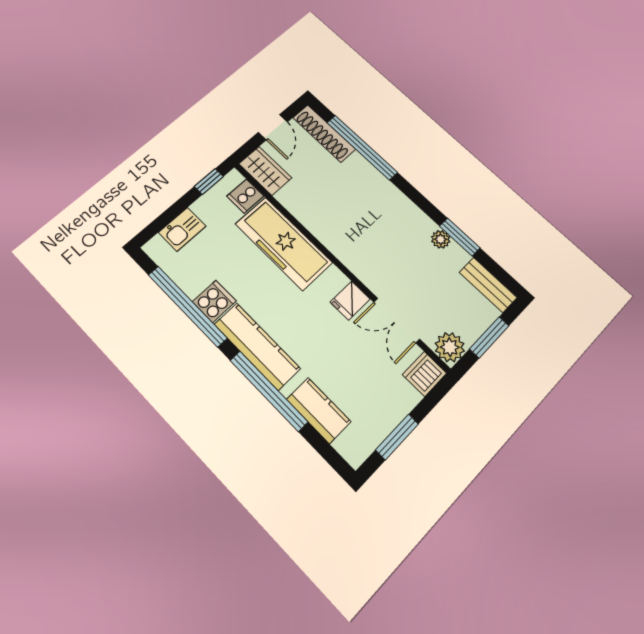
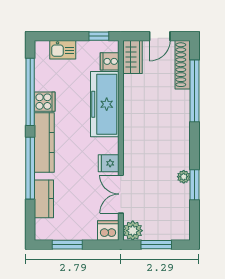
bench: (488, 285) -> (183, 221), removed

